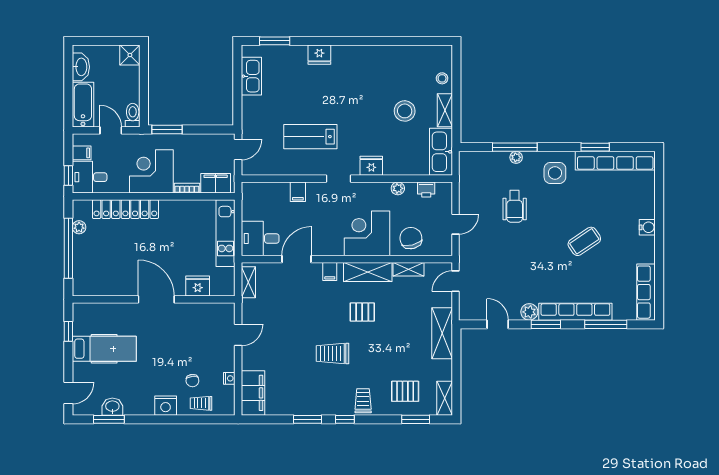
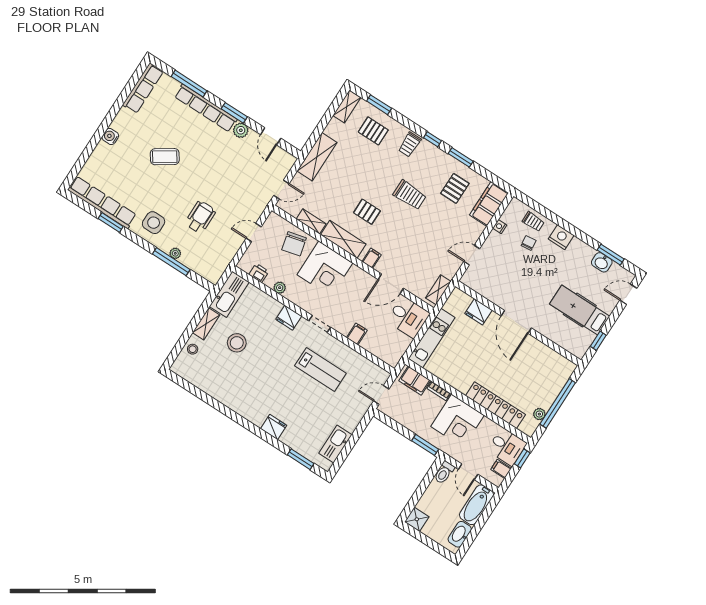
pallet: (294, 387) -> (455, 188), added

